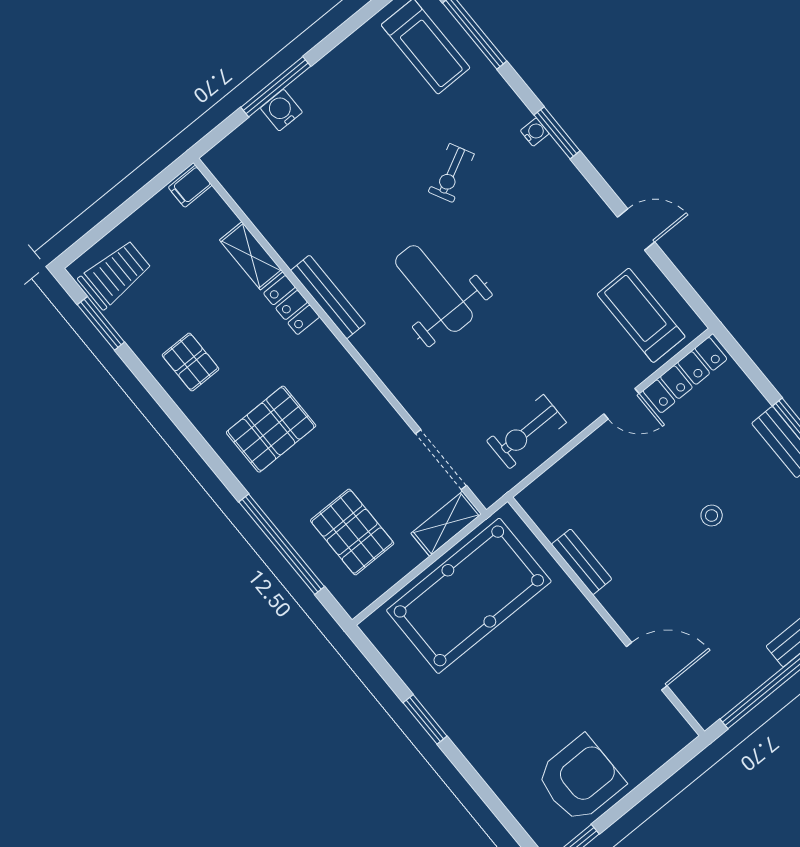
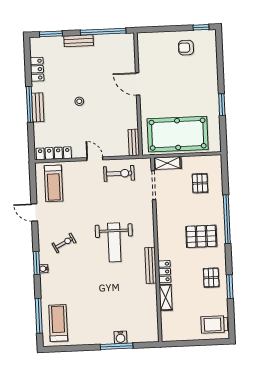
exercise bike: (451, 173) -> (64, 243), moved
filing cabinet: (190, 186) -> (169, 335), removed
window: (101, 323) -> (230, 287), moved
door: (621, 404) -> (95, 159), moved
pallet: (352, 532) -> (200, 183), width x0.67, depth x0.71
window: (282, 544) -> (227, 219), moved
bench: (582, 562) -> (134, 142), moved
door: (647, 666) -> (138, 84), moved
armchair: (580, 779) -> (186, 48), width x0.53, depth x0.53

